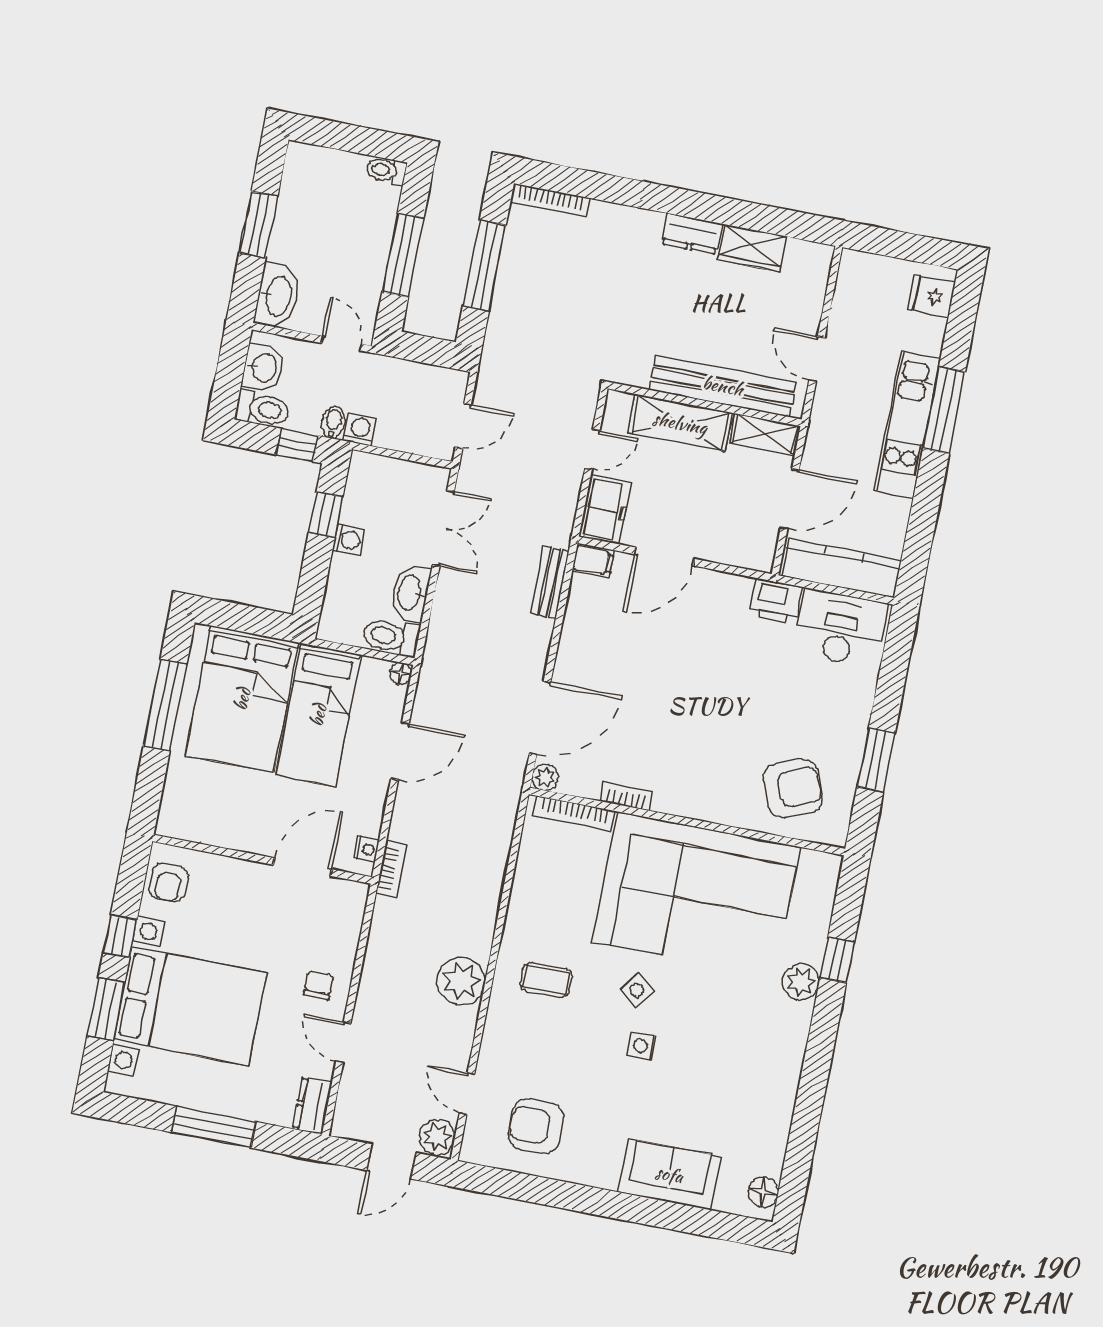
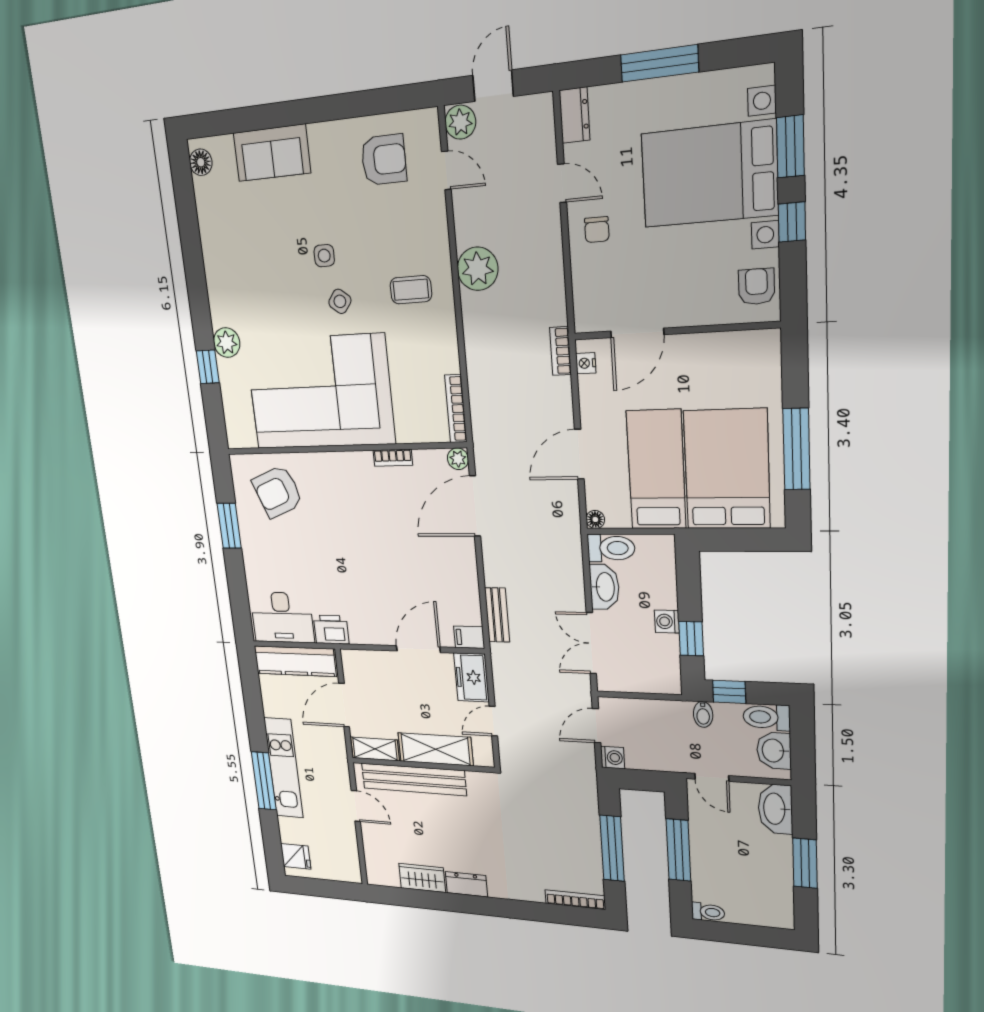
washing machine: (360, 430) -> (613, 757), moved, turned -90
bookcase: (574, 813) -> (456, 409), moved, turned -90

